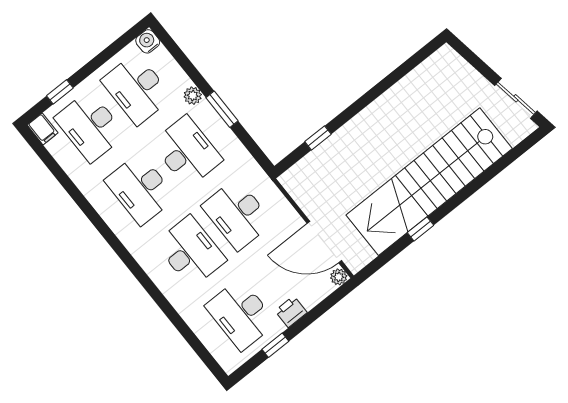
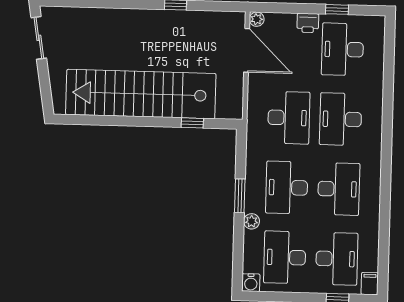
desk: (137, 89) -> (285, 257), turned 180
stairs: (429, 182) -> (141, 94), moved, turned 180
desk: (241, 314) -> (343, 49), turned 180

